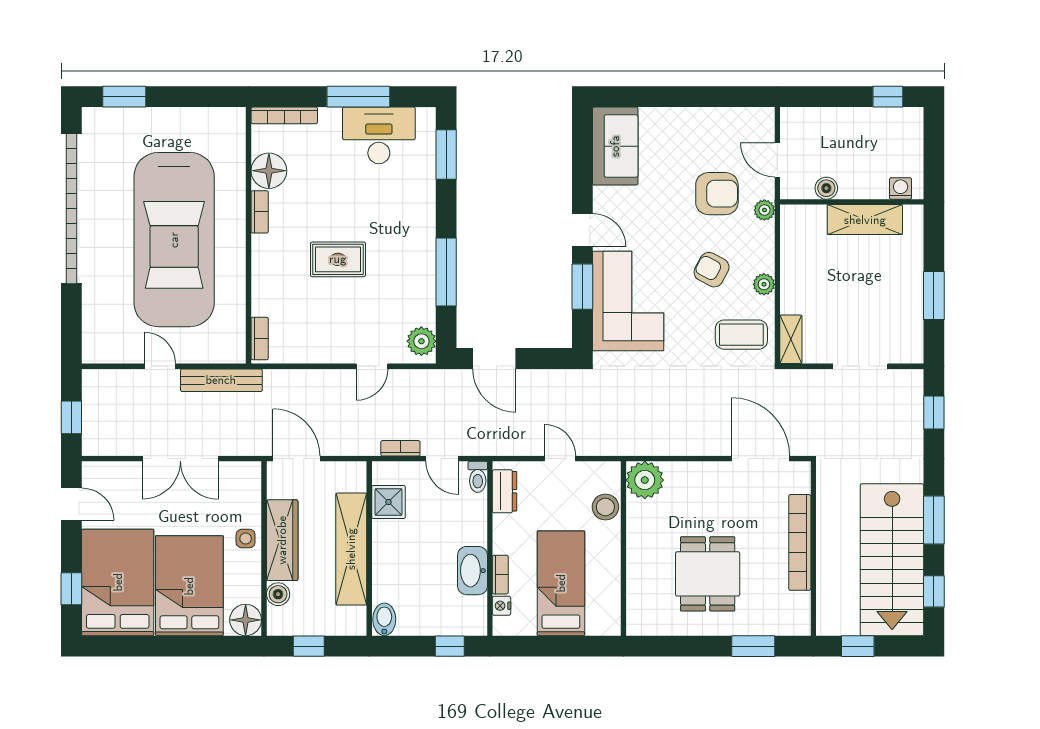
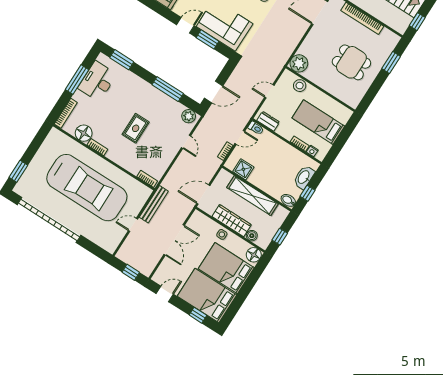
washbasin: (473, 571) -> (304, 177), moved, turned 90
window: (450, 646) -> (308, 193), moved

